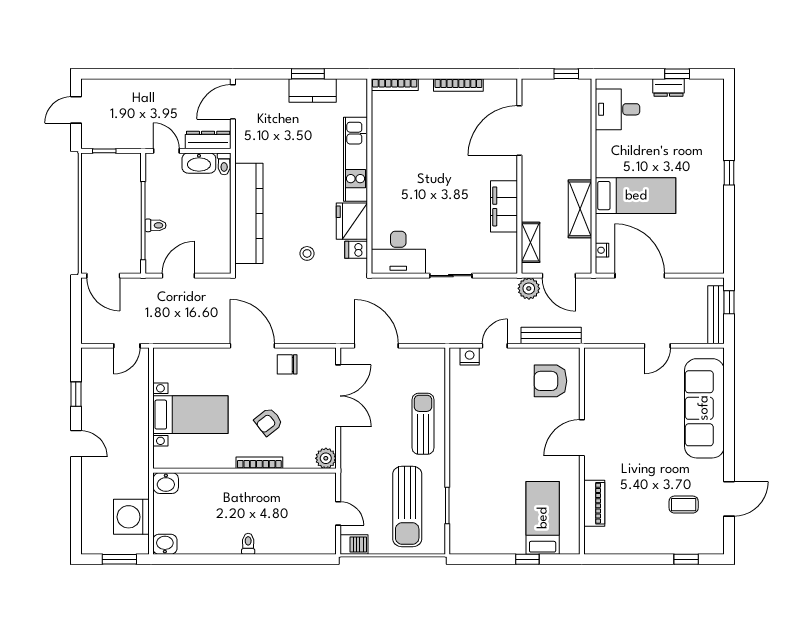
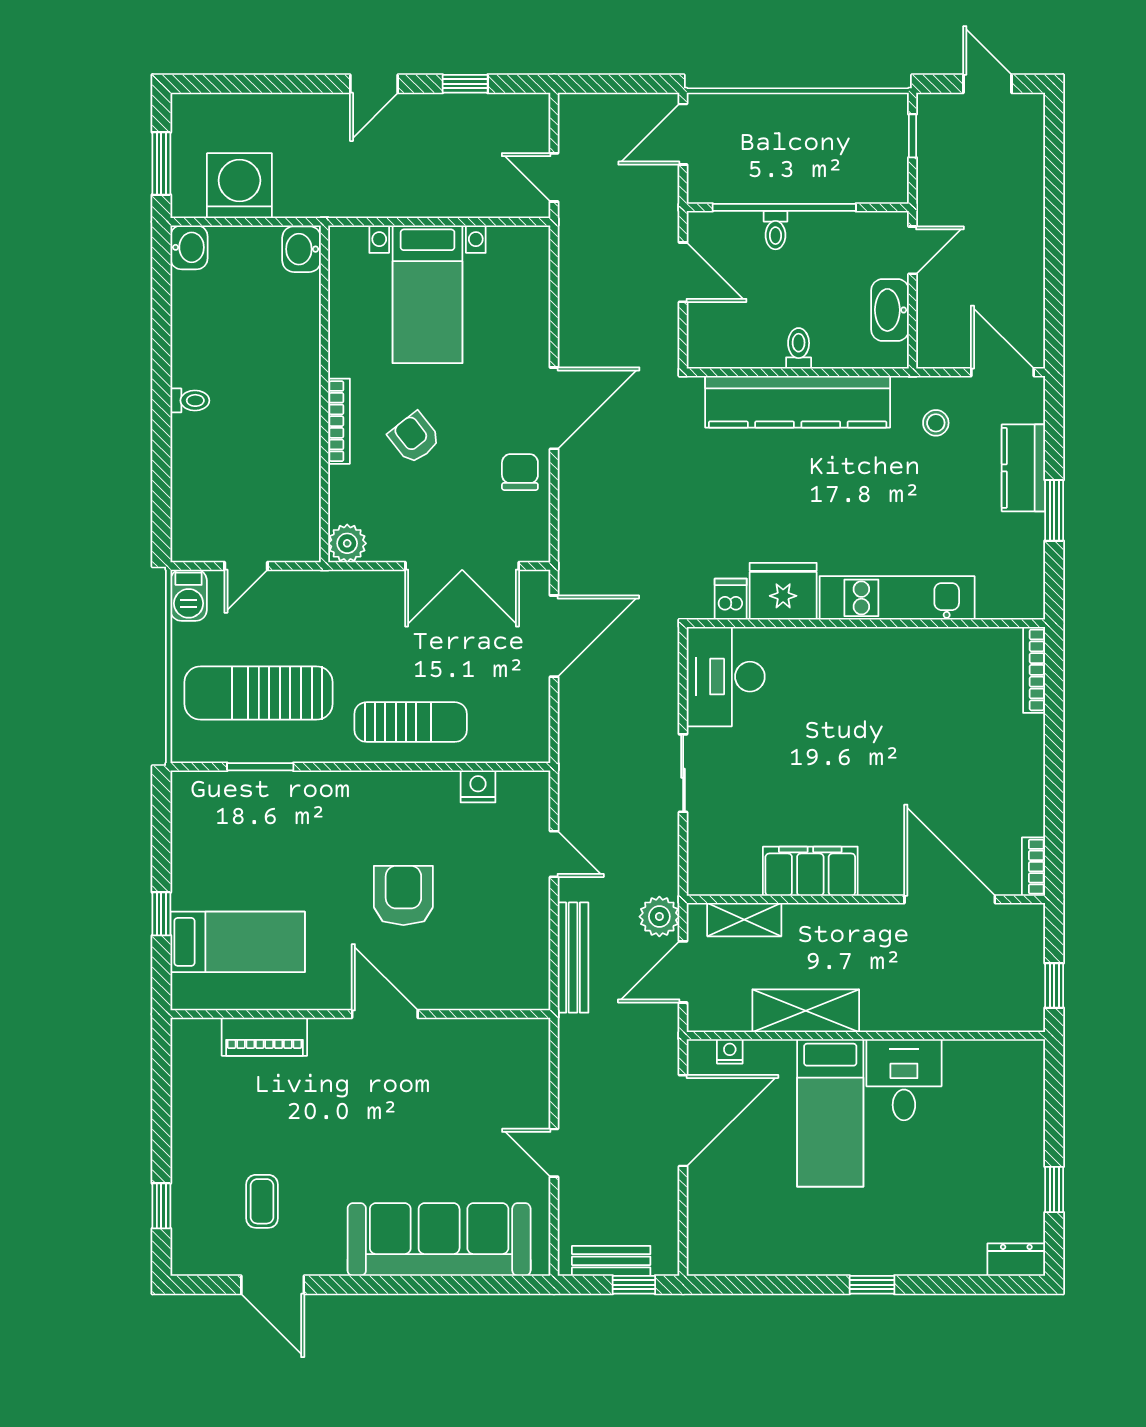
bookcase: (458, 85) -> (1033, 867), moved, width x0.64
dresser: (668, 88) -> (1016, 1260), moved, turned 90
kitchen counter: (313, 91) -> (1023, 468), moved
desk: (618, 109) -> (904, 1080), moved
dresser: (208, 140) -> (932, 327), removed
toilet: (224, 164) -> (799, 348), moved, turned 90
stool: (307, 253) -> (936, 423), moved
bench: (716, 315) -> (611, 1261), width x0.73
nightstand: (470, 356) -> (478, 786), moved, turned -90
armchair: (550, 381) -> (403, 895), moved

